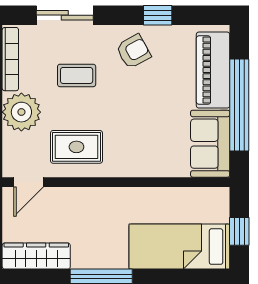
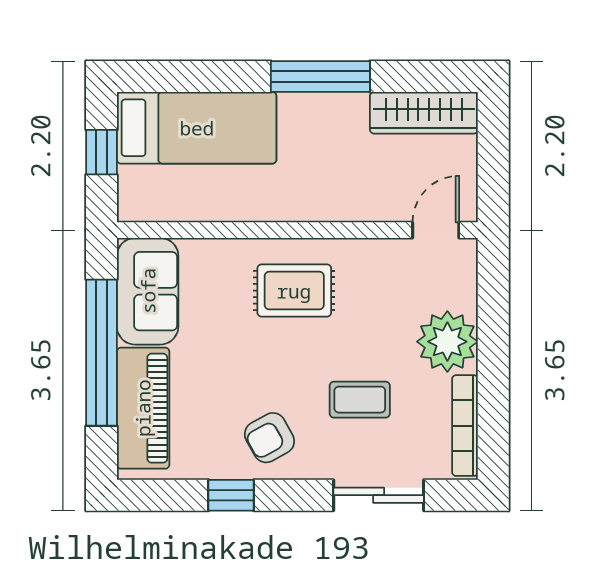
rug: (76, 147) -> (294, 291), moved

